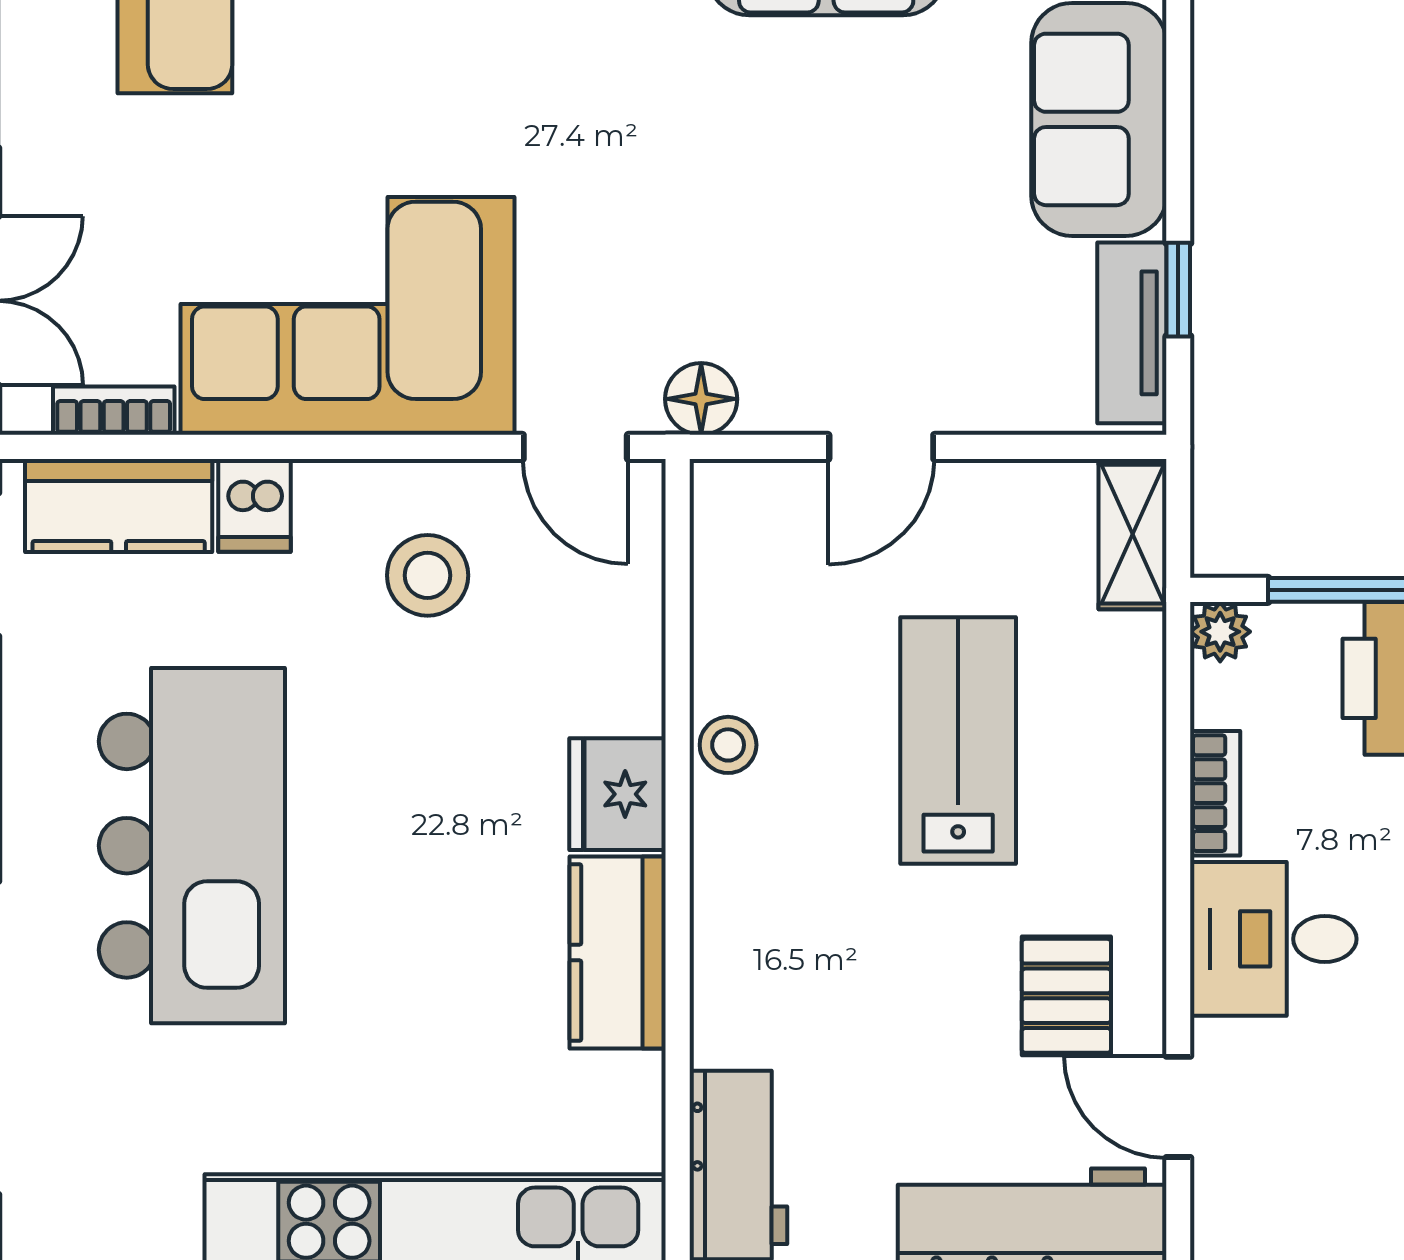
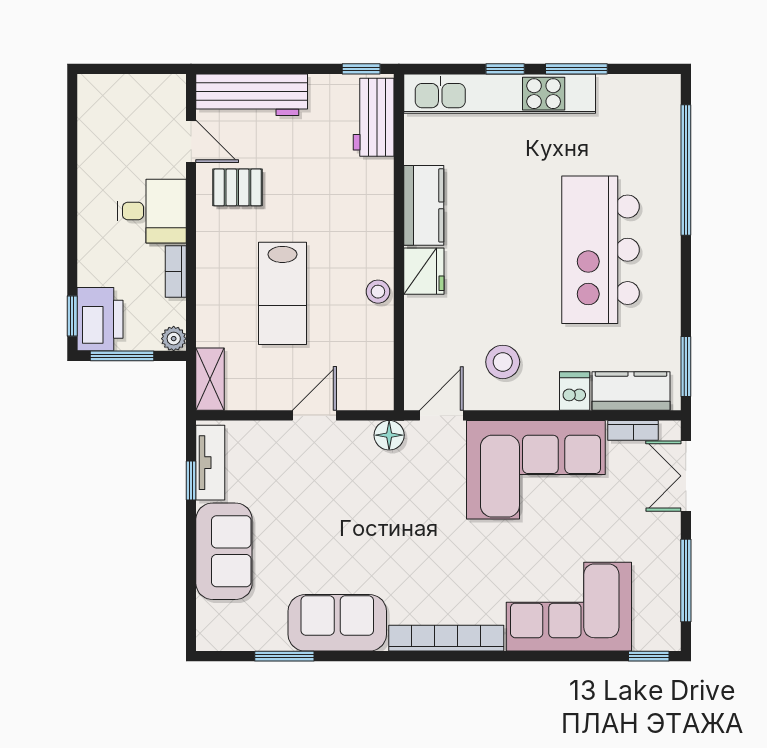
door: (575, 447) -> (441, 415), hinge flipped
pallet: (1066, 996) -> (238, 187), turned 90

